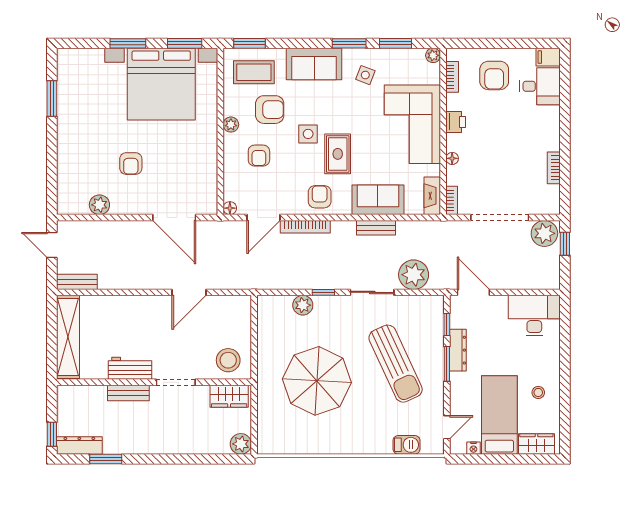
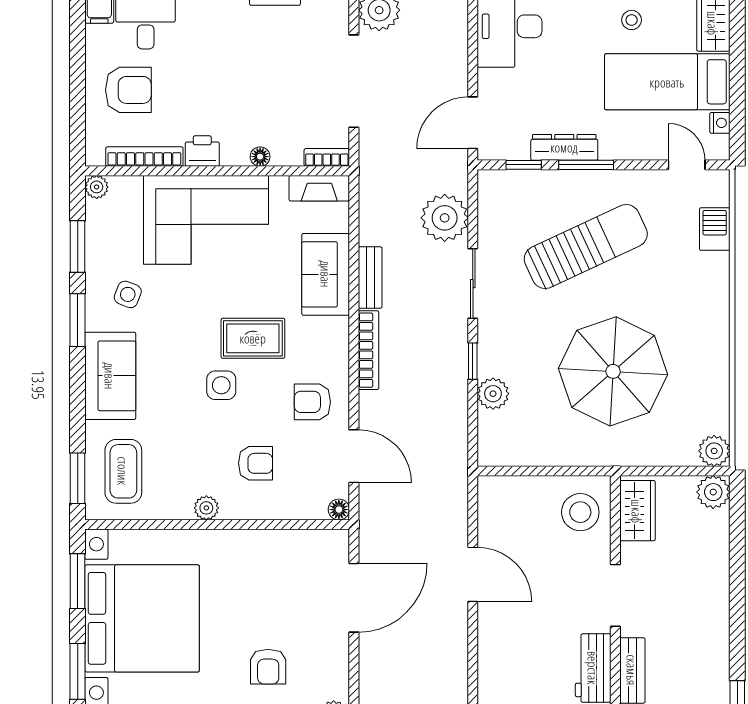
bookcase: (452, 77) -> (144, 157), width x1.56
armchair: (270, 110) -> (183, 446), removed
armchair: (131, 164) -> (268, 667), turned 90
armchair: (320, 197) -> (312, 402), moved
bookcase: (305, 227) -> (368, 350), moved
plant: (267, 445) -> (714, 451), added

